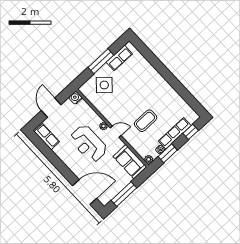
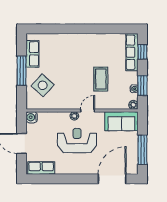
row of seats: (175, 133) -> (132, 52), moved
reception desk: (88, 144) -> (77, 141), turned 180

